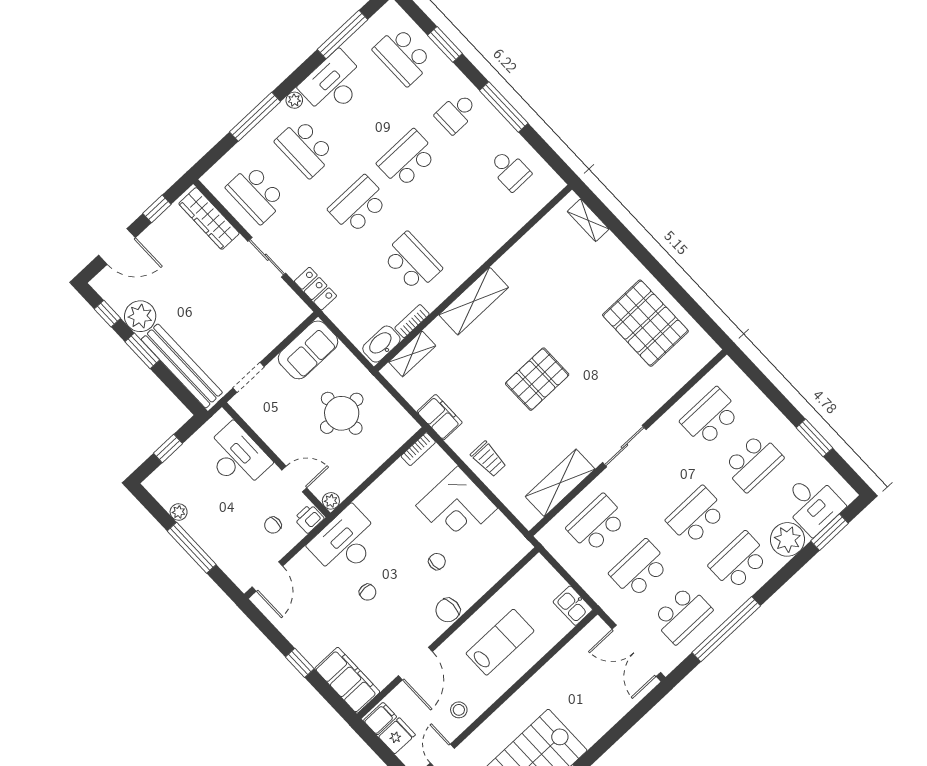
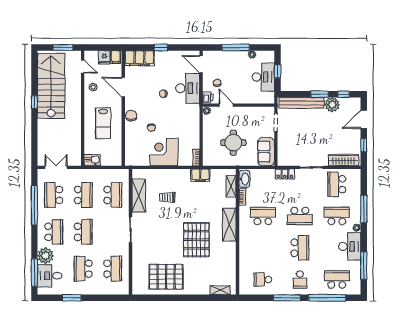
window: (445, 44) -> (327, 298), width x2.11
school desk: (456, 113) -> (300, 279), turned 180
school desk: (256, 194) -> (337, 184), turned -90
school desk: (358, 205) -> (300, 216), turned 90
school desk: (412, 262) -> (263, 216), turned 180
pallet: (537, 379) -> (196, 240), moved, width x1.37, depth x1.41
desk: (237, 457) -> (263, 77), moved, turned -90
trolley: (488, 459) -> (167, 197), moved
door: (294, 479) -> (226, 105), swing flipped
window: (830, 532) -> (34, 272), width x1.44
desk: (345, 542) -> (188, 88), moved
double door: (636, 651) -> (56, 167), width x0.73

